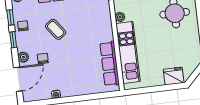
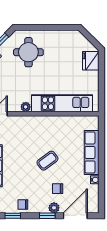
coffee table: (56, 29) -> (47, 161), moved
window: (13, 40) -> (47, 216), moved
row of seats: (110, 64) -> (92, 152), moved, turned 90
door: (18, 79) -> (75, 216), hinge flipped

